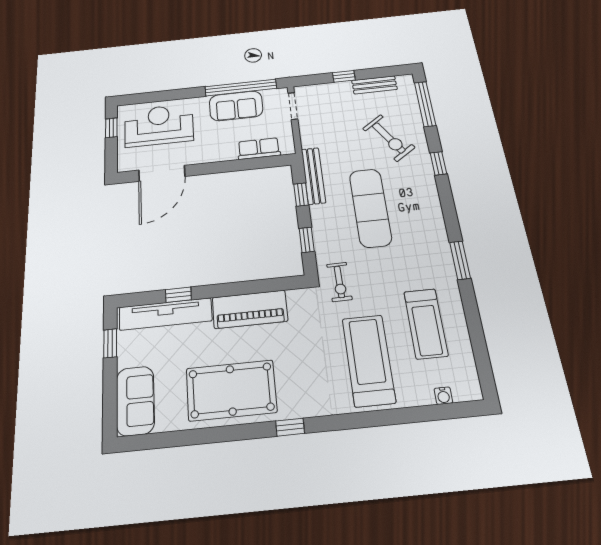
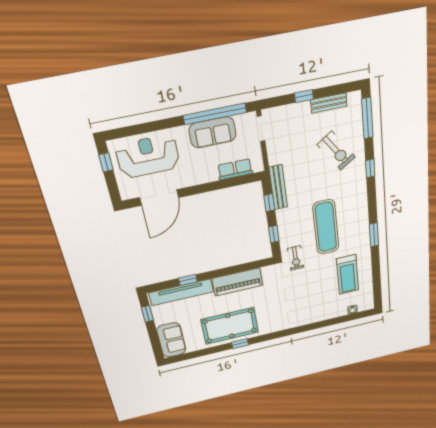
exercise mat: (370, 208) -> (326, 227), moved
treadmill: (369, 360) -> (312, 299), removed
window: (290, 427) -> (240, 344), moved

